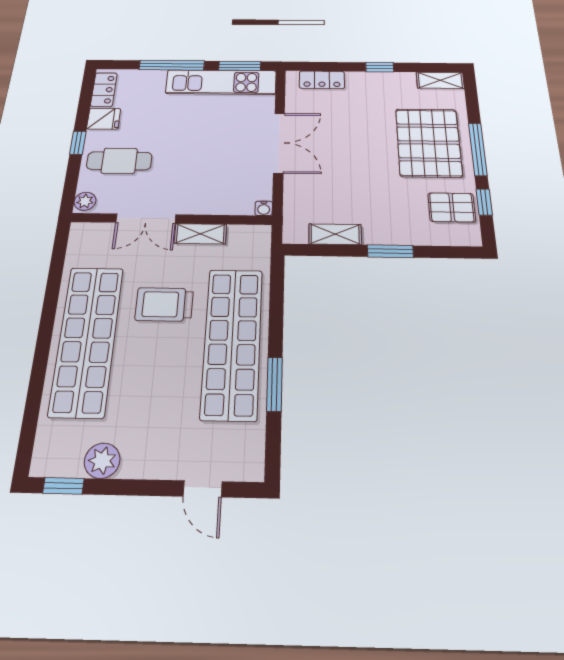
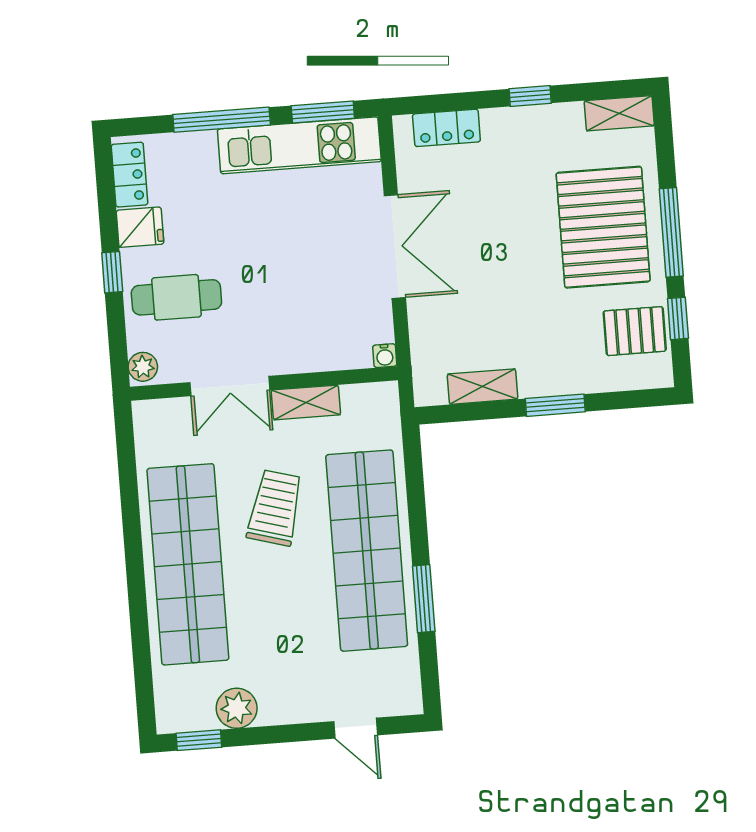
trolley: (164, 304) -> (275, 508), turned 106

